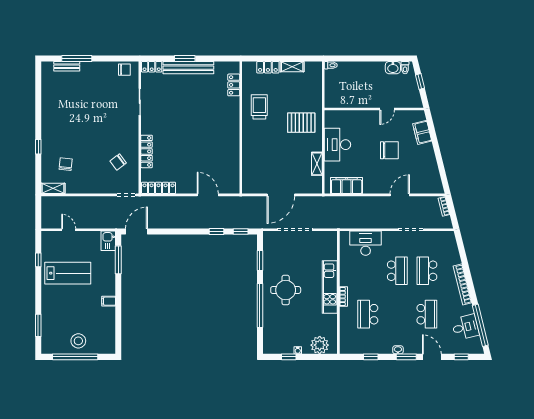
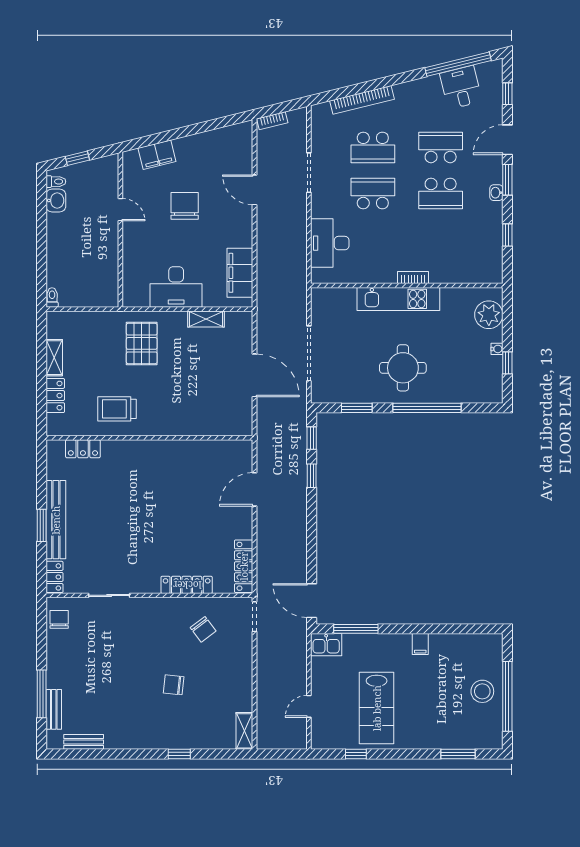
bench: (46, 85) -> (84, 742), added
chair: (66, 164) -> (174, 685), moved
lab bench: (68, 273) -> (377, 708), turned 180
bookcase: (462, 284) -> (362, 100), moved
school desk: (368, 314) -> (441, 193), moved

